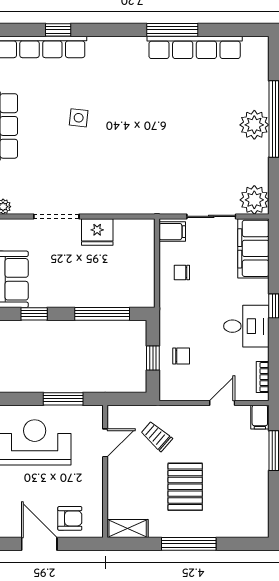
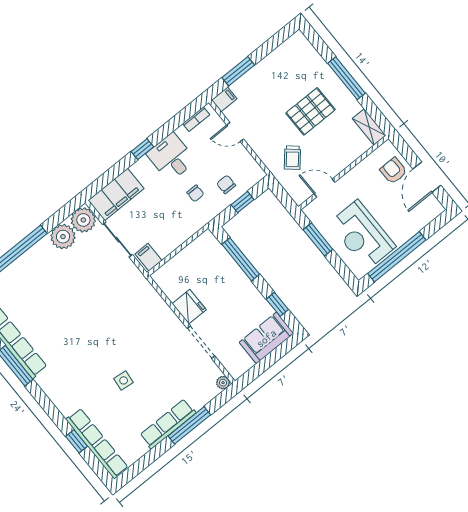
plant: (254, 125) -> (63, 237), moved
chair: (182, 272) -> (195, 193), moved

